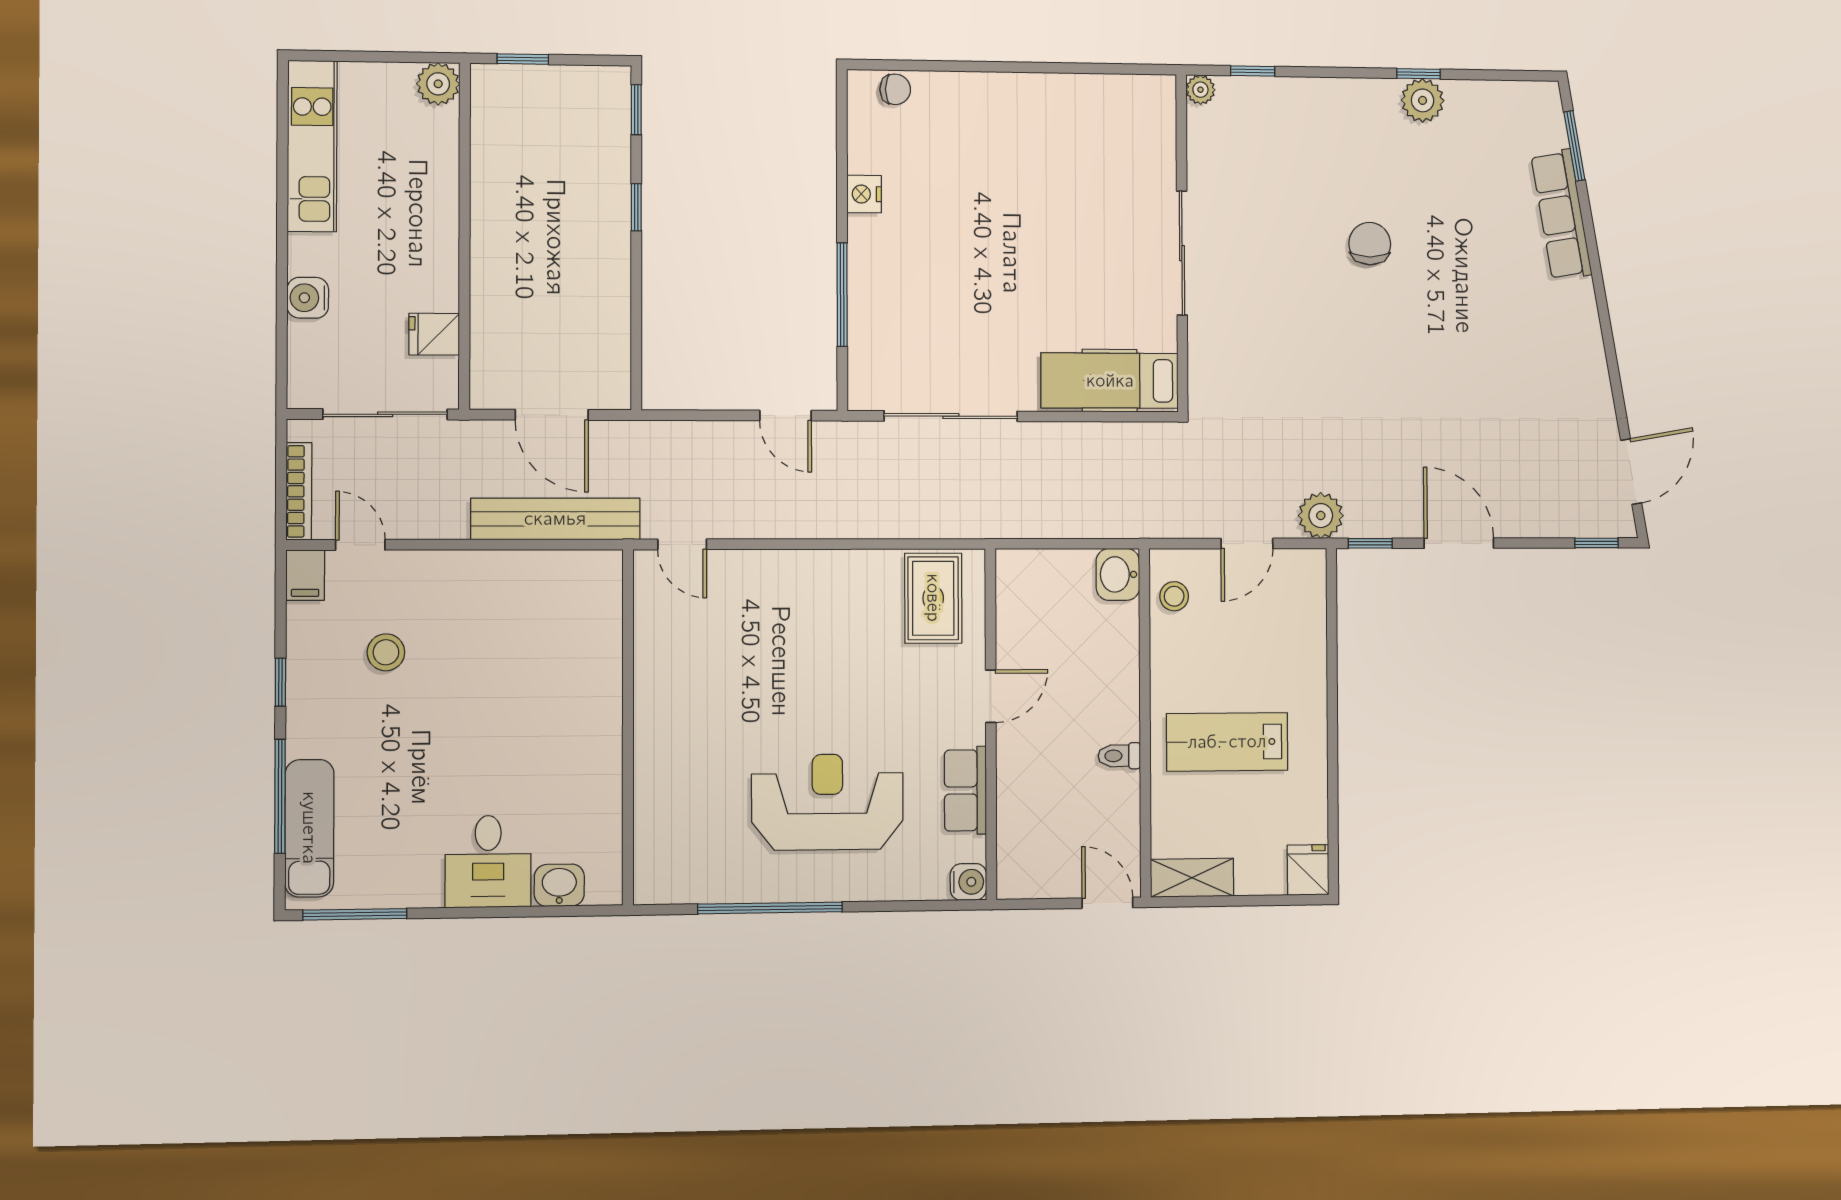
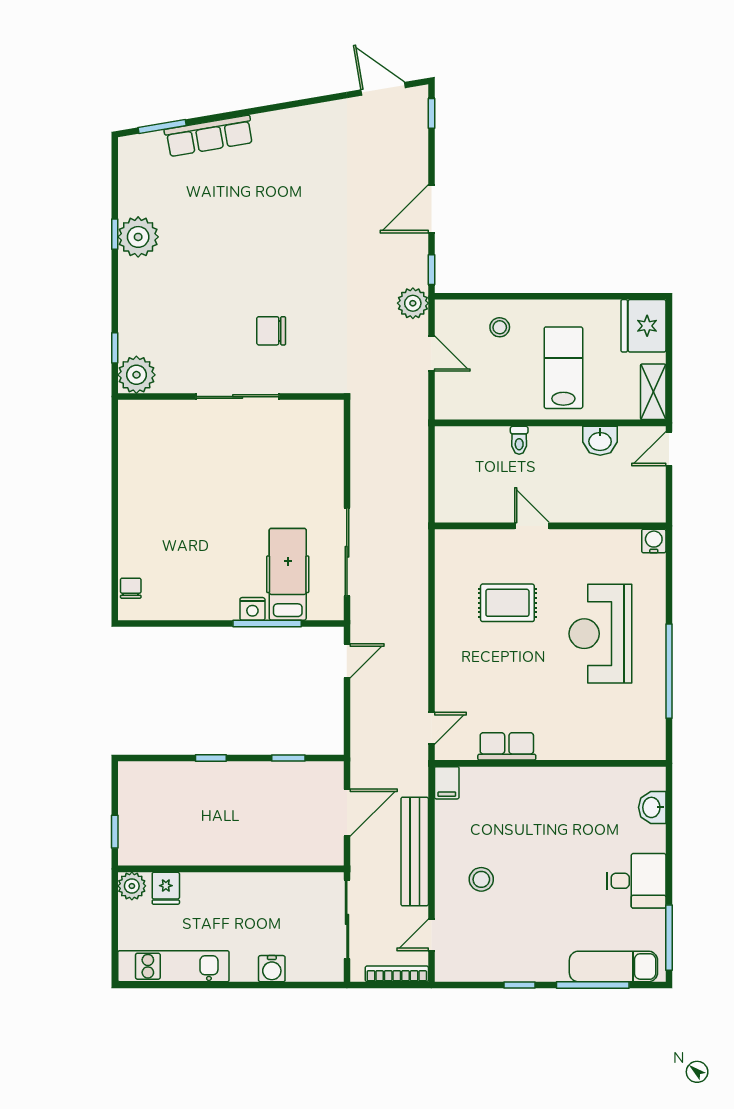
plant: (1200, 90) -> (136, 375), width x1.88, depth x1.88
plant: (1423, 100) -> (138, 237), width x1.36, depth x1.36
window: (636, 110) -> (288, 758), moved
nightstand: (864, 194) -> (252, 609), moved
chair: (1370, 244) -> (271, 331), moved
fridge: (434, 334) -> (166, 888), moved
hospital bed: (1110, 381) -> (288, 574), moved, turned 180
bench: (555, 519) -> (415, 852), moved
washbasin: (1118, 574) -> (600, 441), moved
filing cabinet: (305, 575) -> (447, 783), moved, turned 90
stool: (1174, 596) -> (500, 327), moved
rug: (933, 598) -> (507, 603), moved
stool: (386, 652) -> (481, 879), moved
lab bench: (1227, 742) -> (563, 368), turned 180
toilet: (1119, 756) -> (519, 440), moved
row of seats: (965, 790) -> (507, 746), moved, turned 180
desk: (488, 861) -> (636, 881), moved
fridge: (1308, 870) -> (643, 326), width x1.88, depth x1.34

